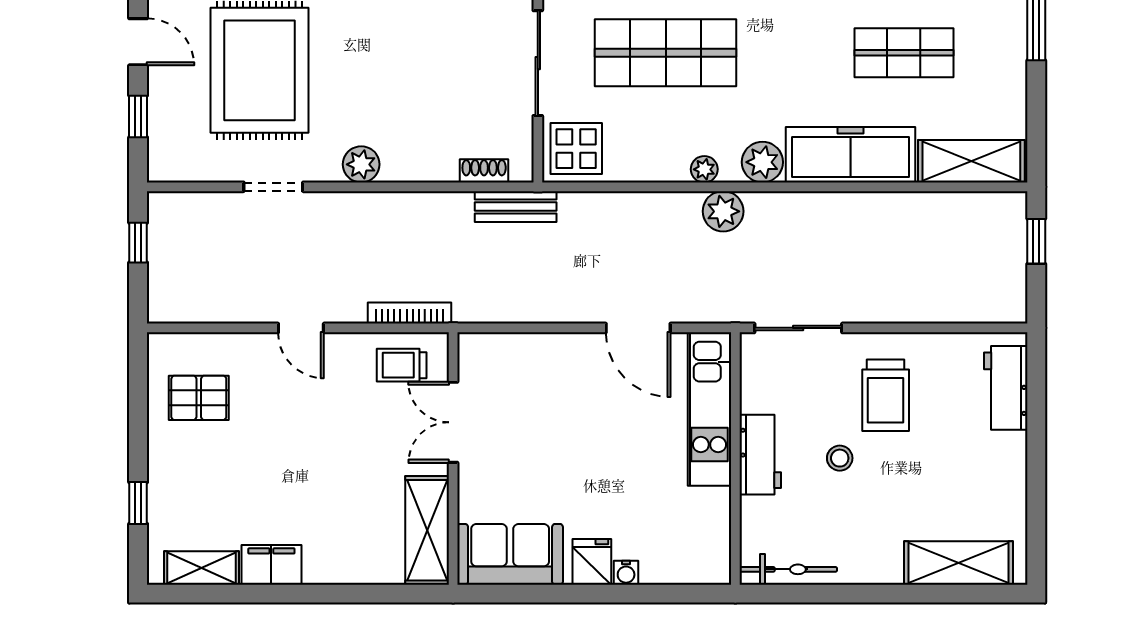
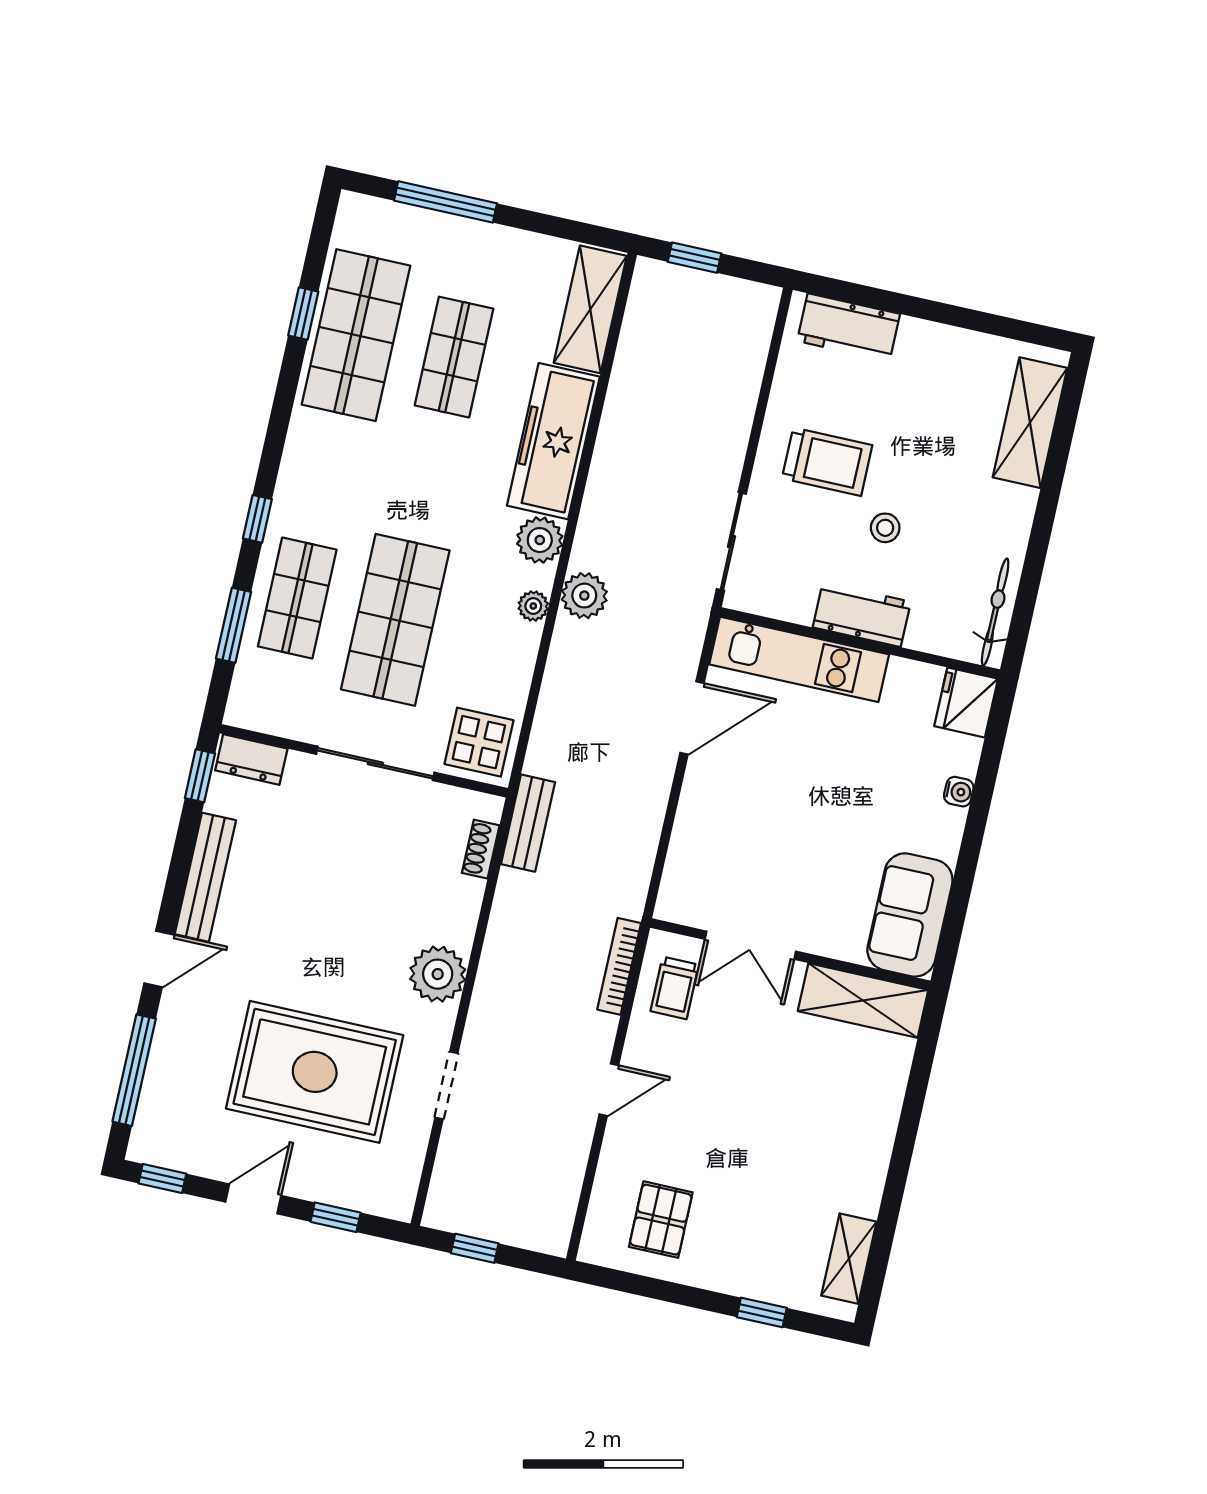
plant: (361, 164) -> (438, 974), width x1.36, depth x1.36
fridge: (592, 562) -> (966, 702), moved, width x1.38
filing cabinet: (271, 565) -> (863, 1181), removed

